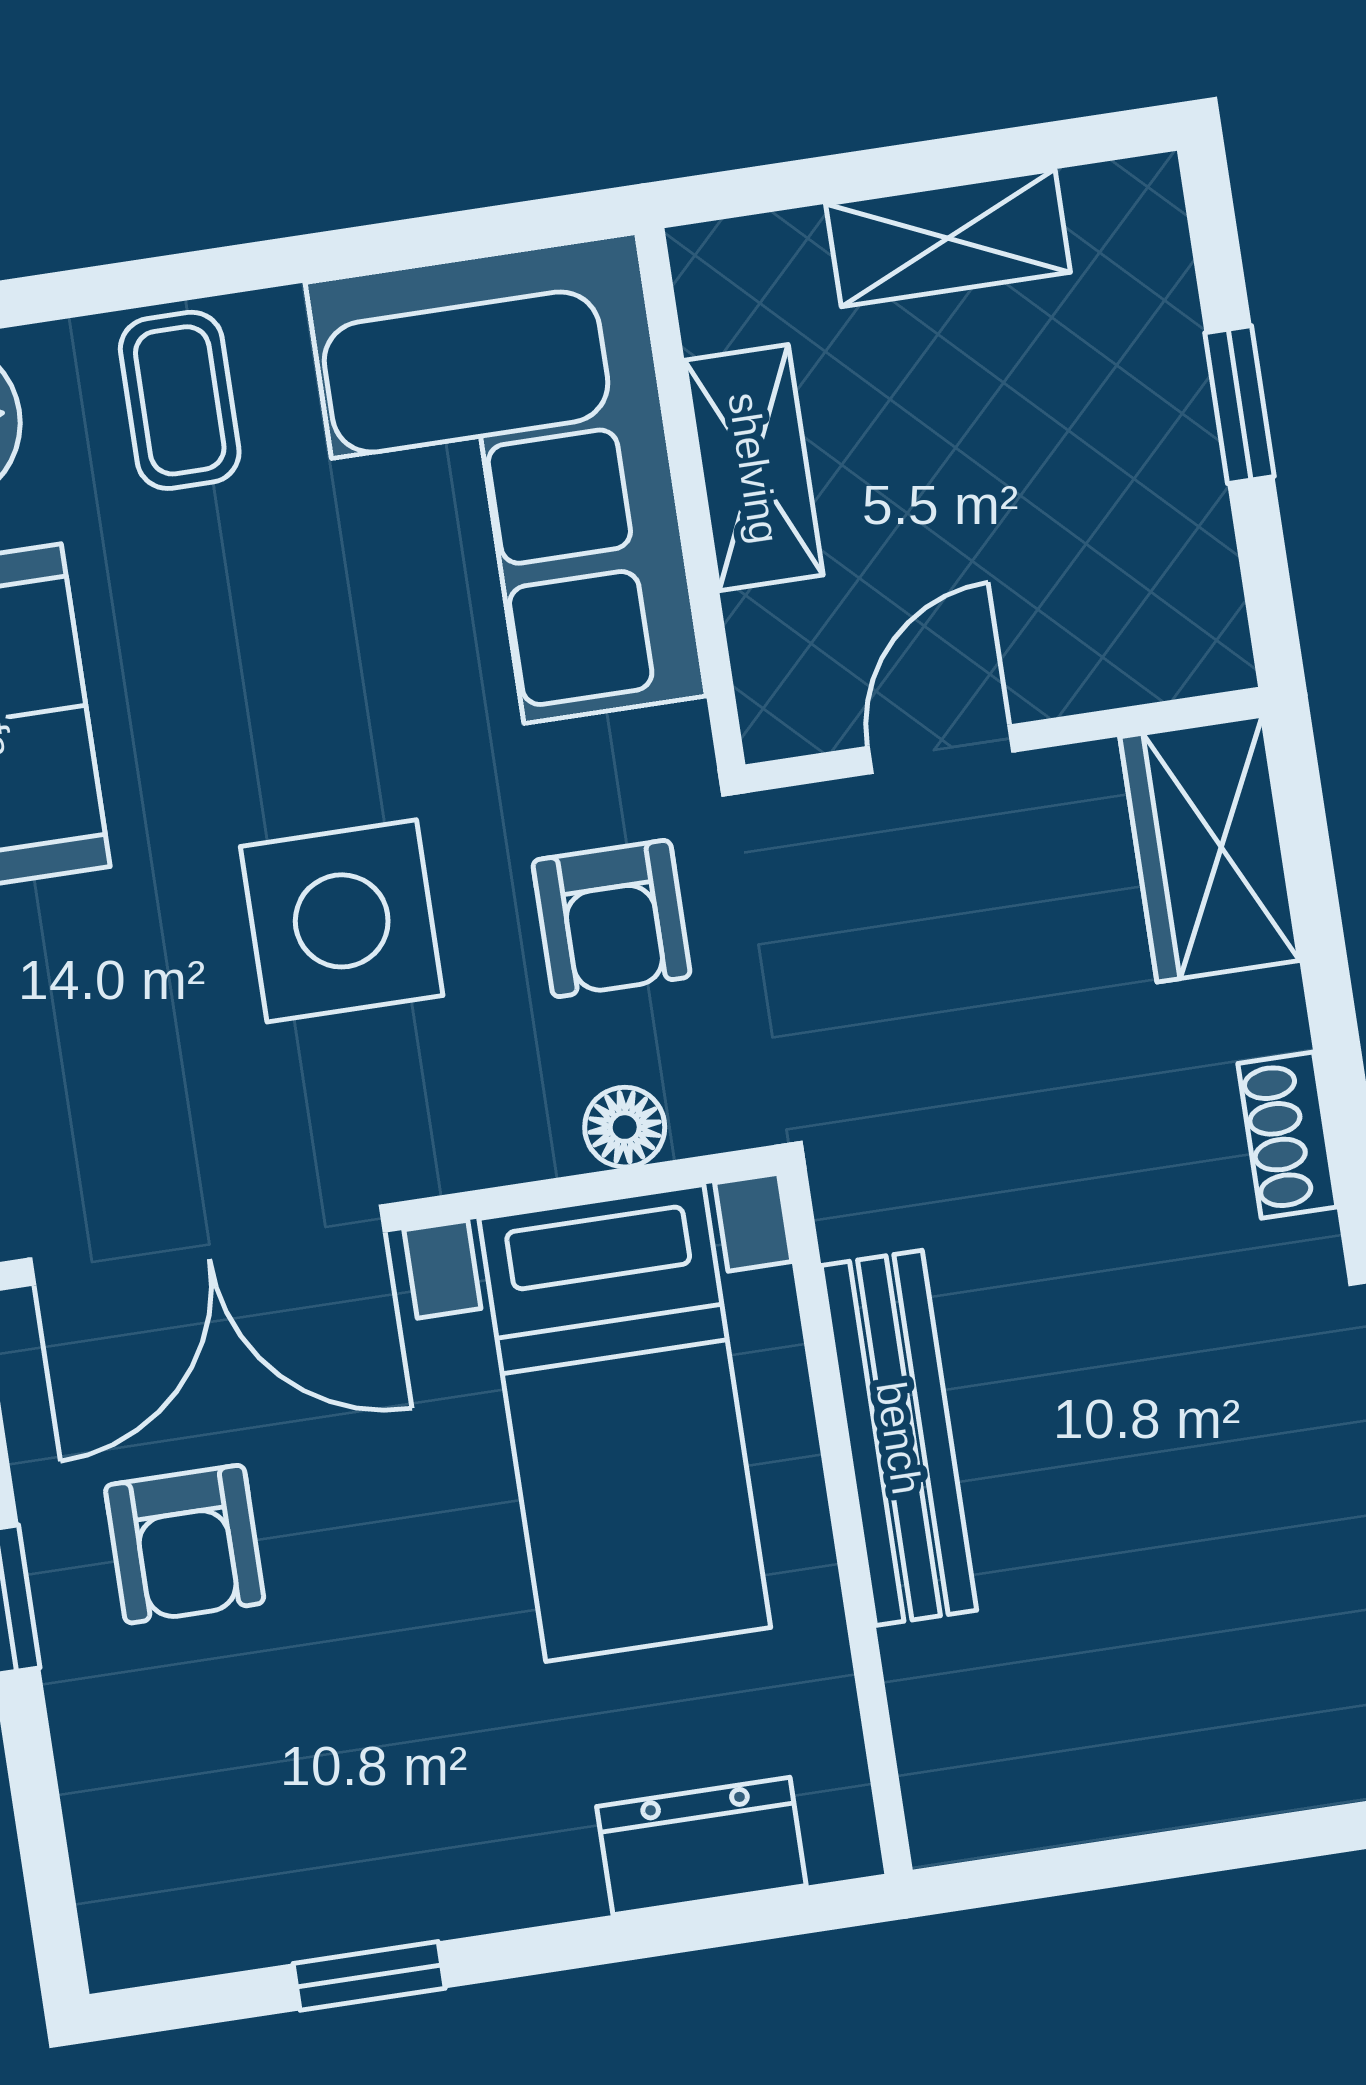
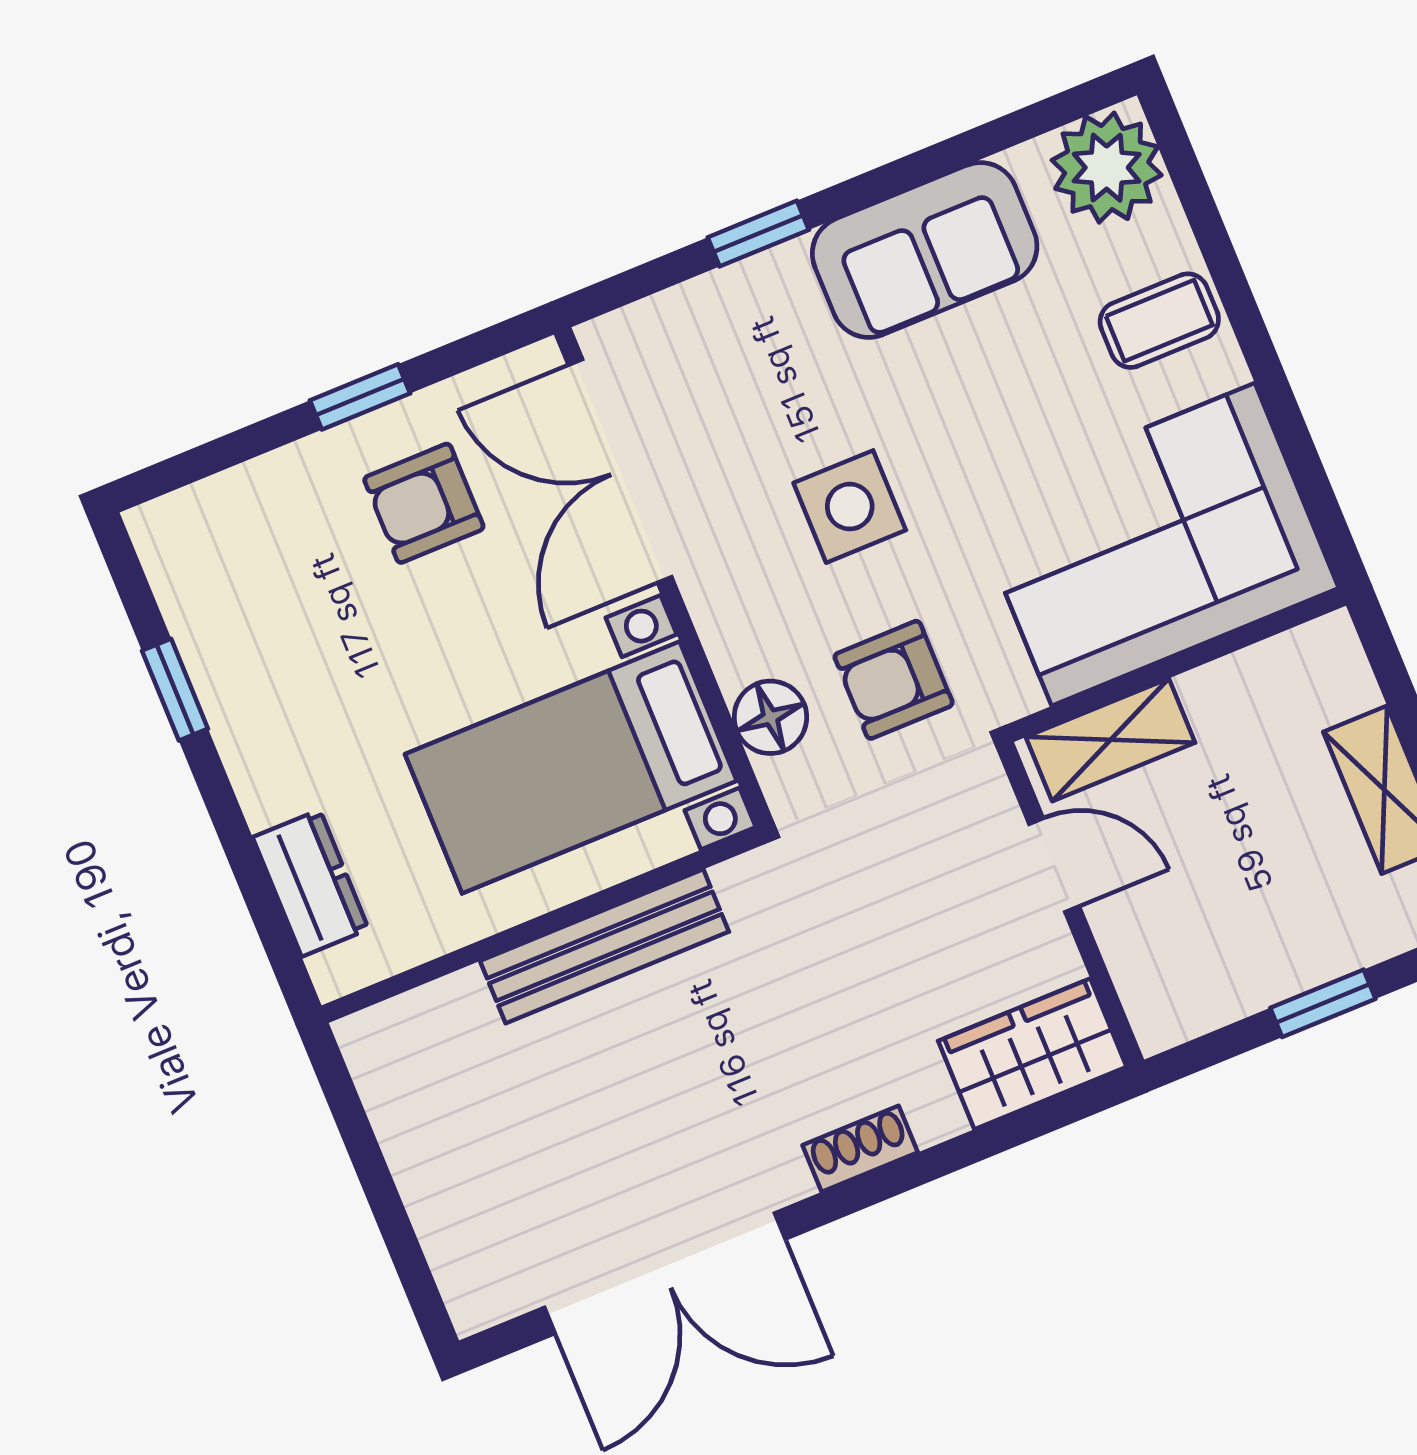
shelving: (754, 468) -> (1110, 740), moved
side table: (342, 921) -> (850, 507), width x0.73, depth x0.73
floor lamp: (625, 1127) -> (770, 717), width x1.37, depth x1.37

